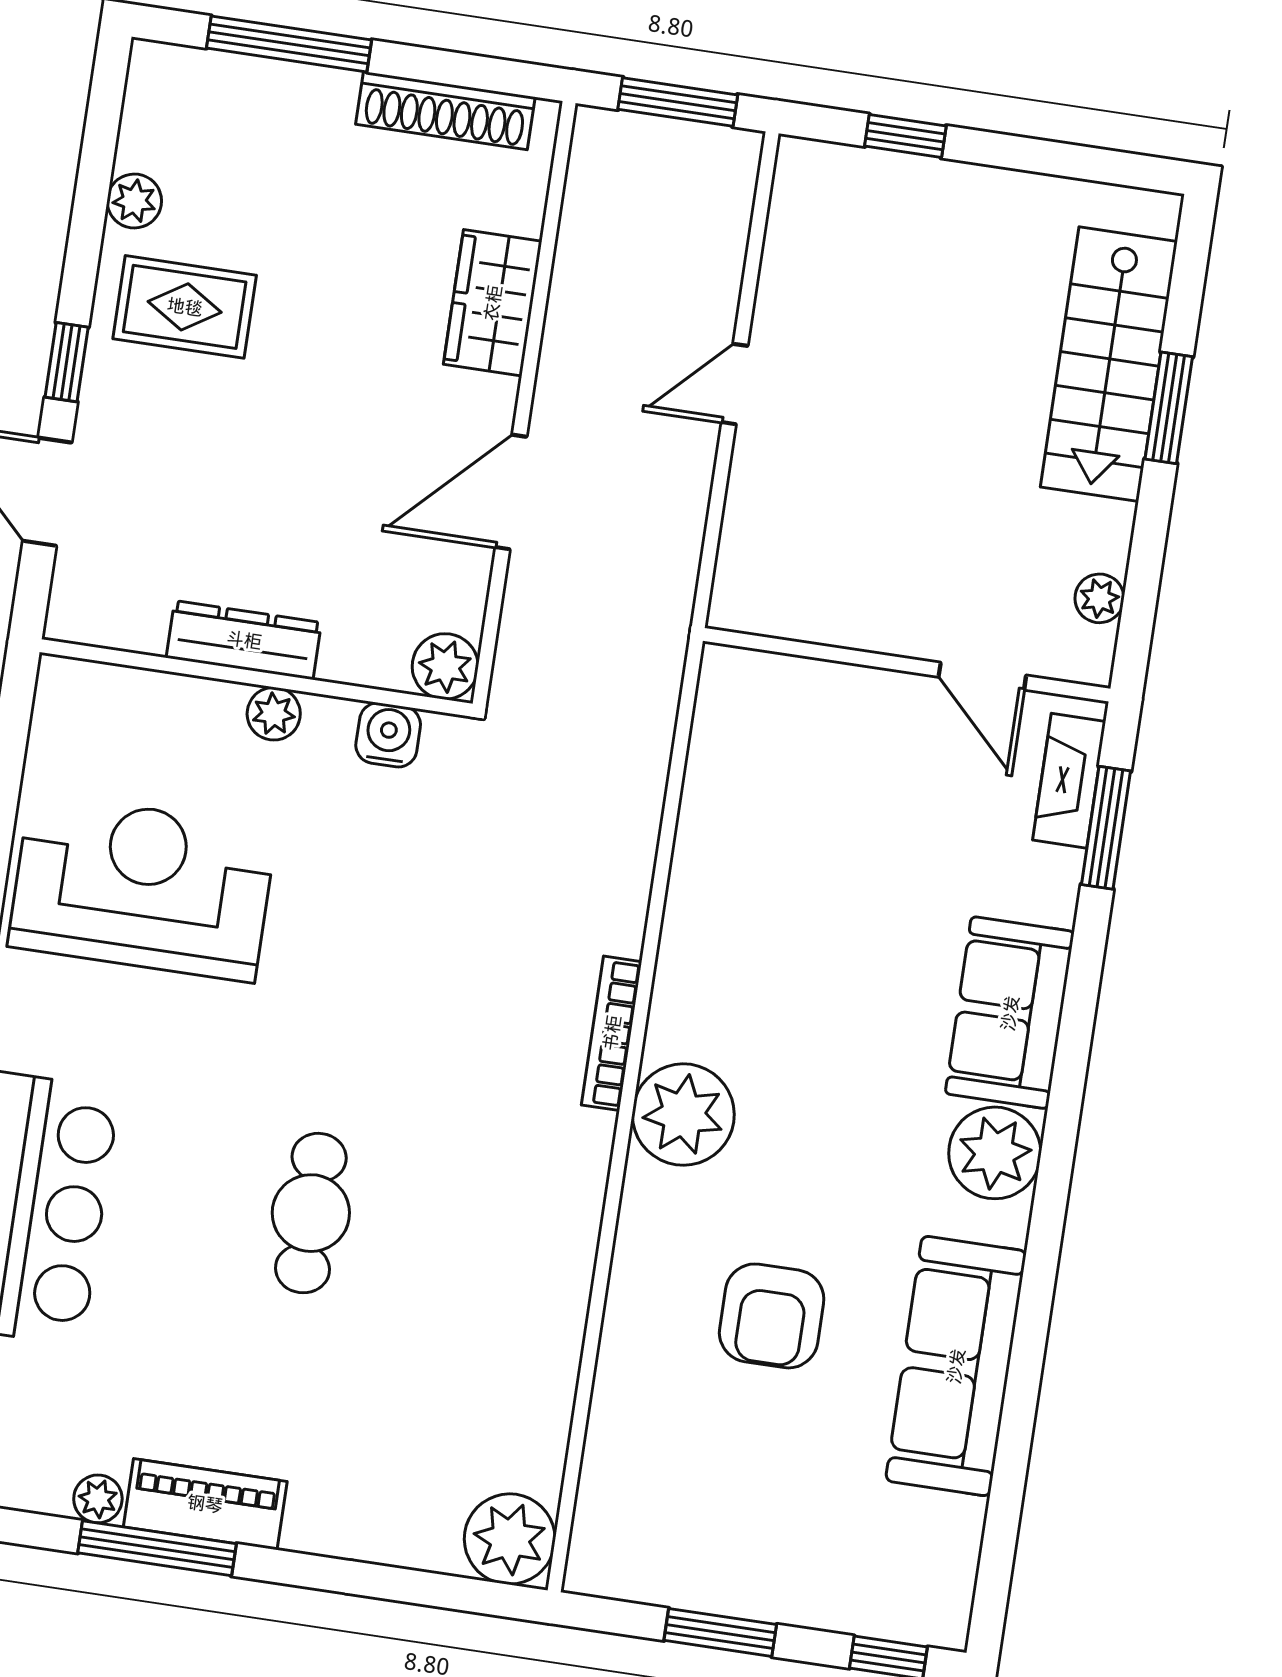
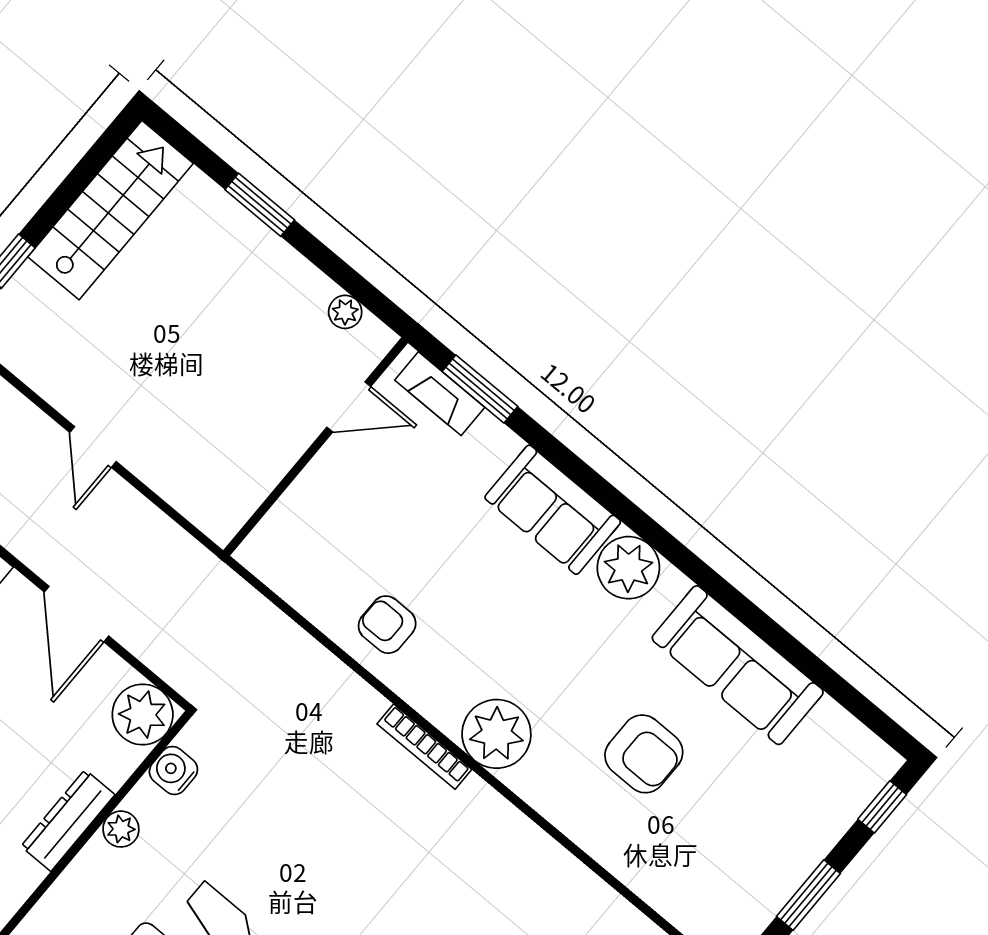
stairs: (1109, 364) -> (110, 210), moved, turned -90
plant: (445, 666) -> (143, 714), width x1.36, depth x1.36
armchair: (737, 892) -> (387, 625), added

